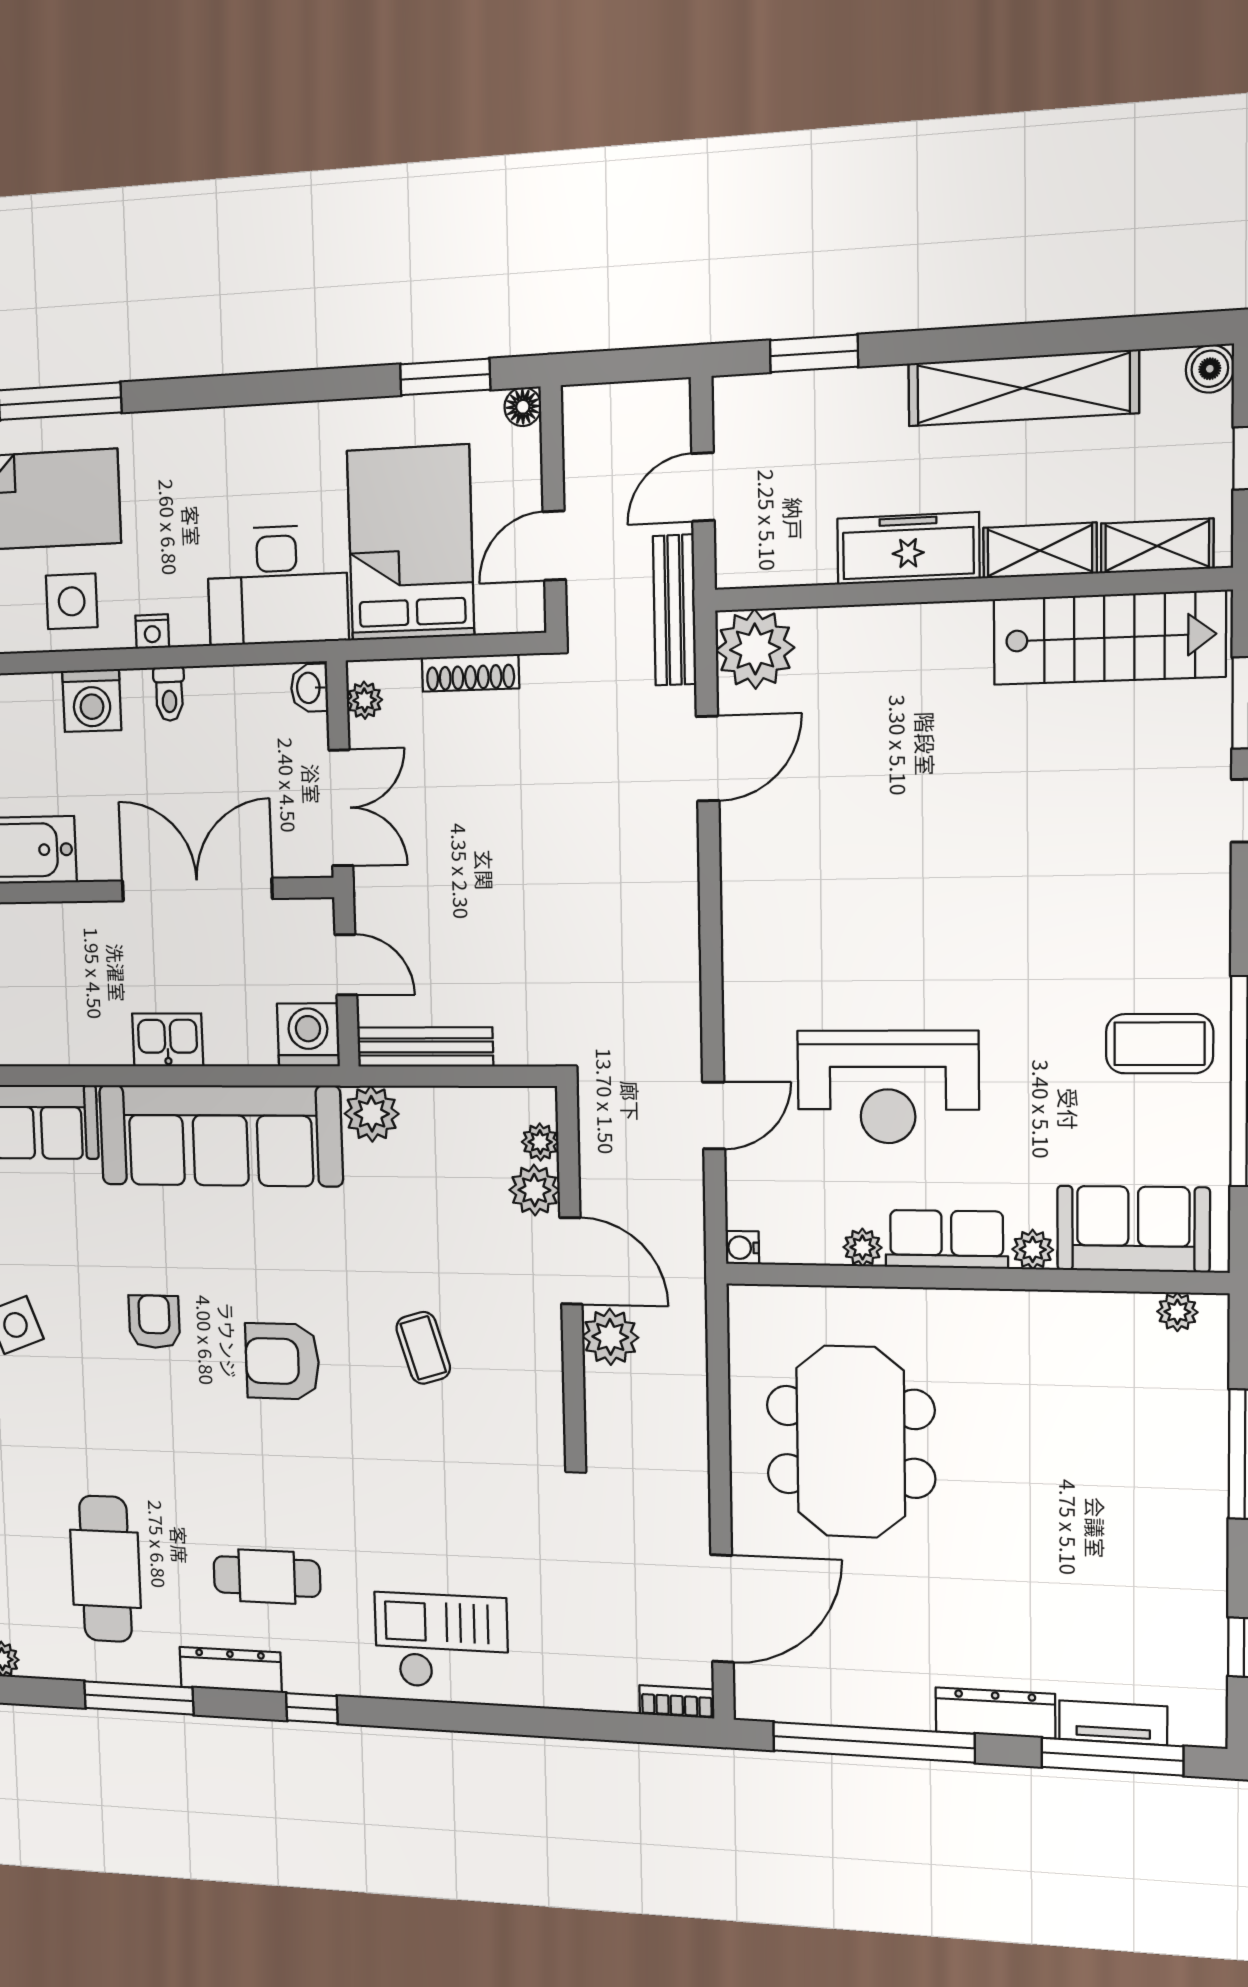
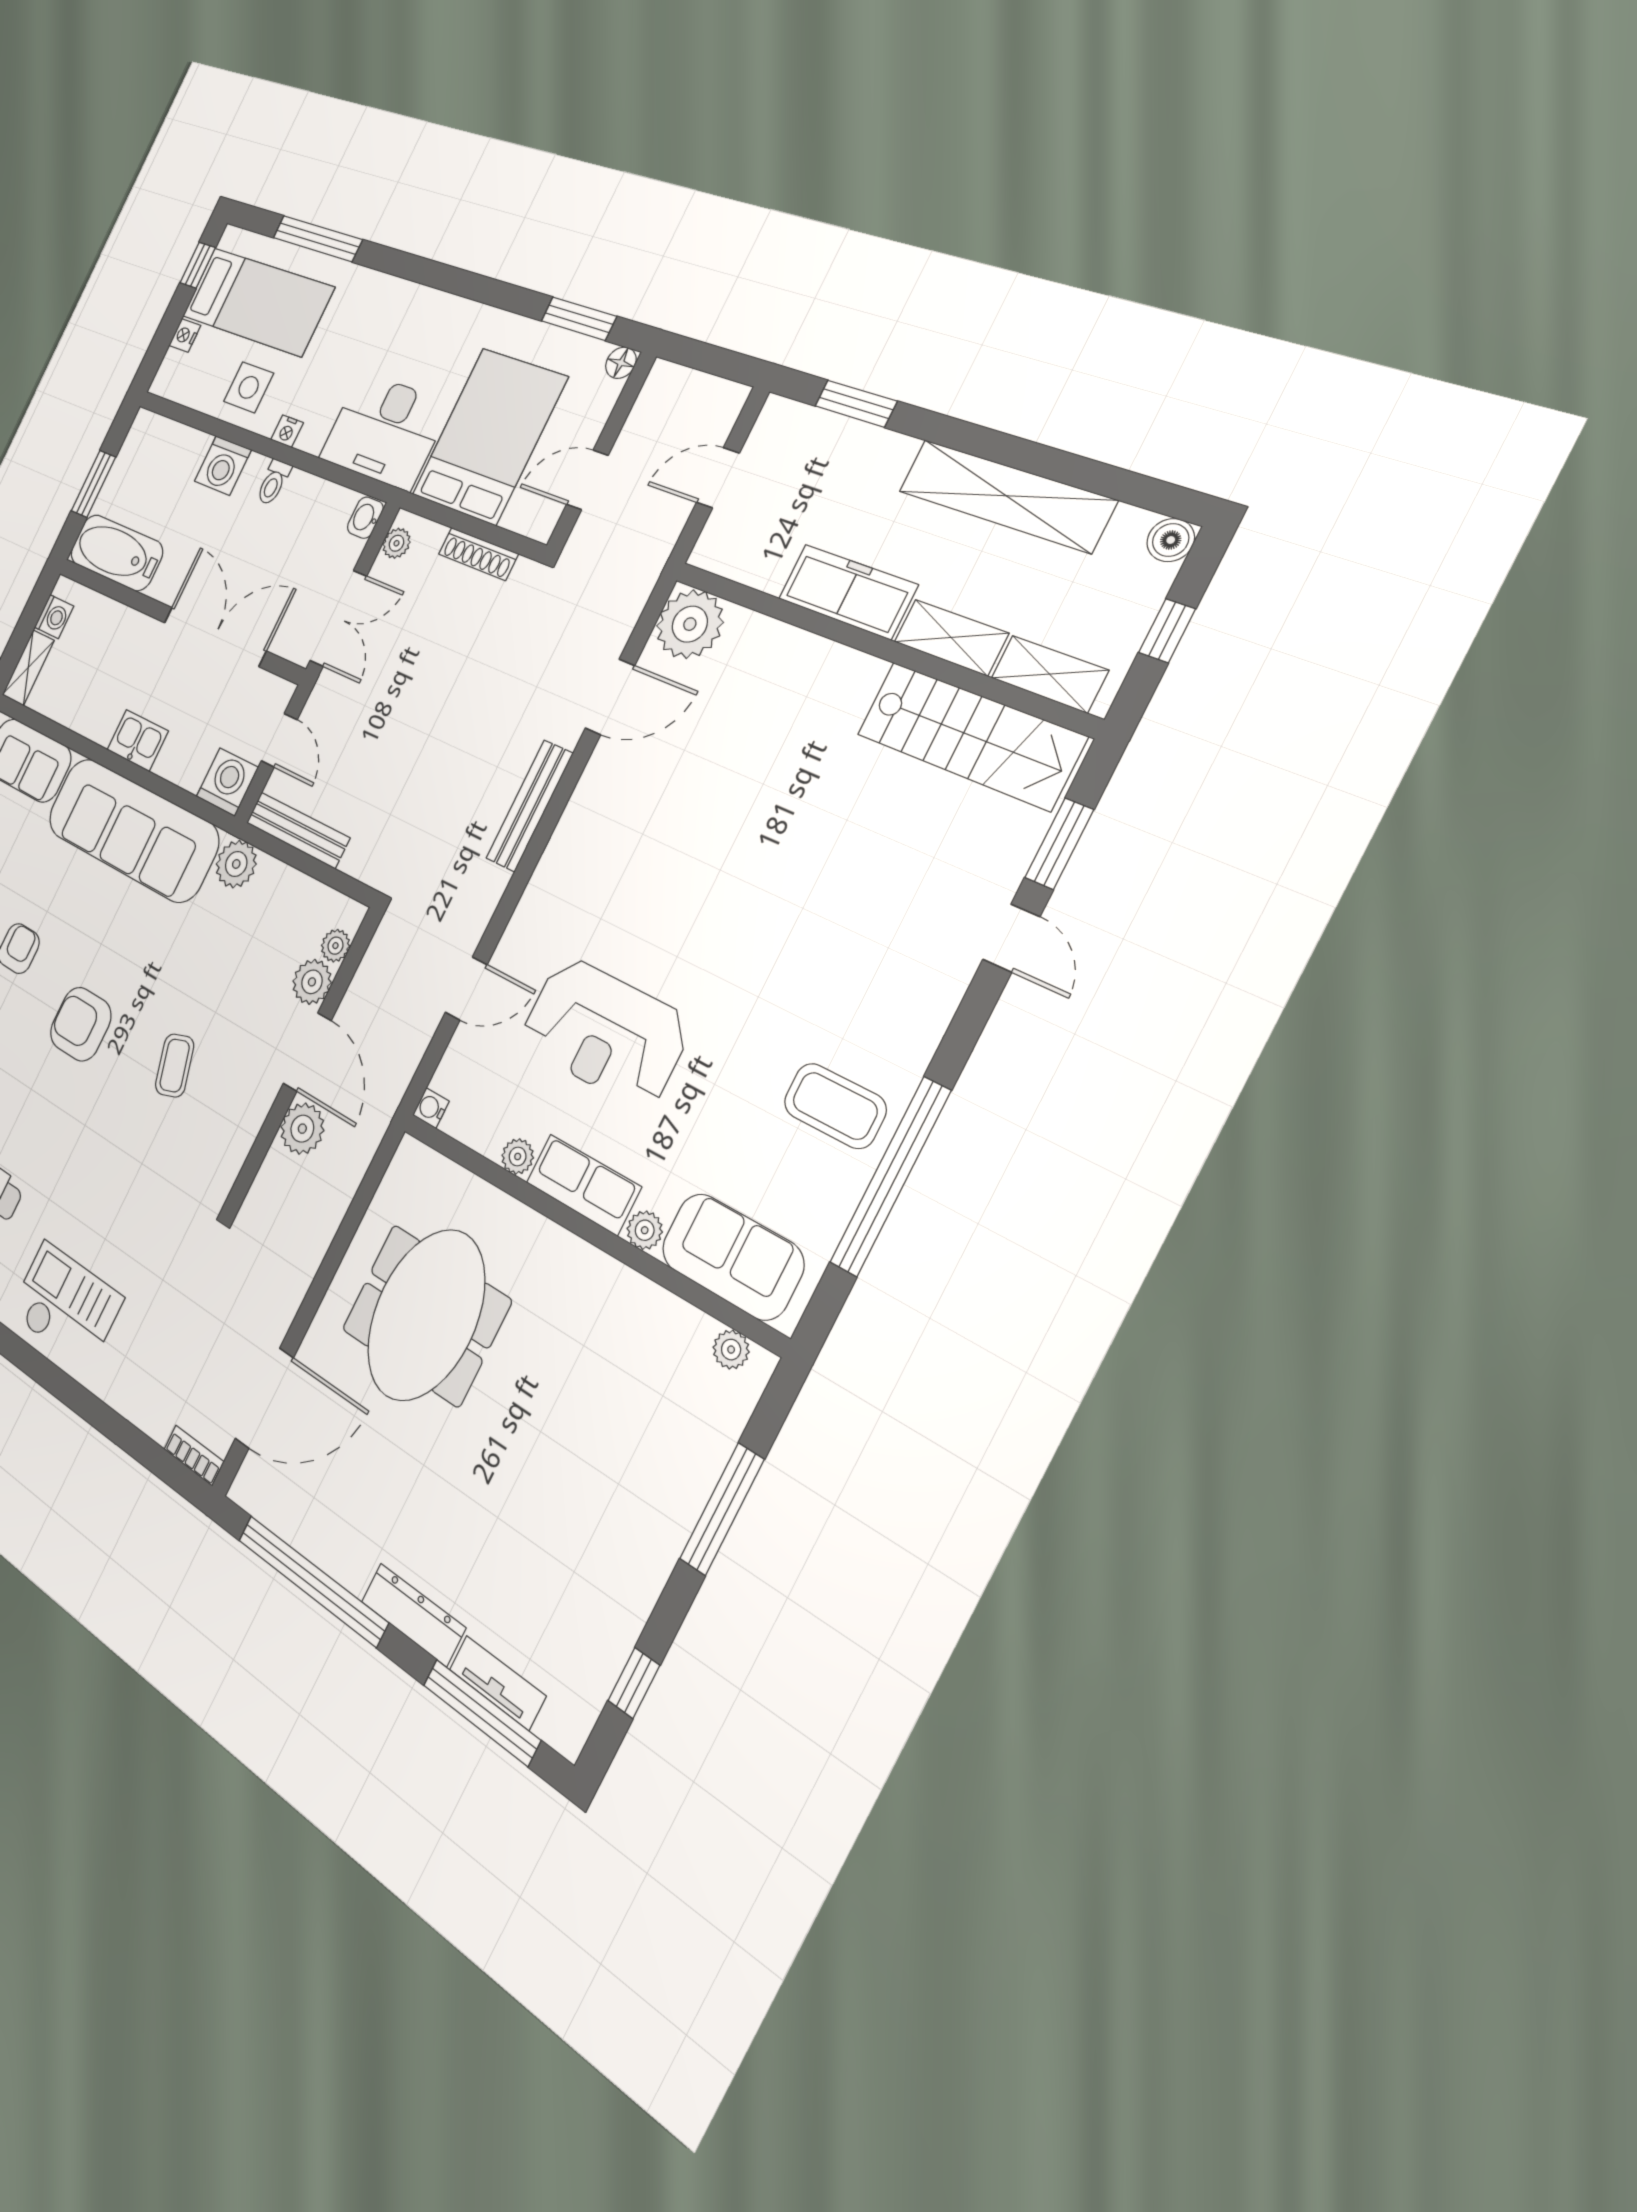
bench: (675, 610) -> (529, 806), moved

